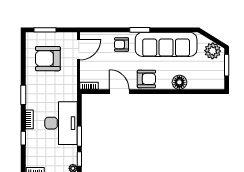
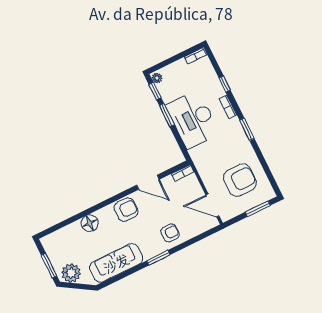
sofa: (166, 44) -> (116, 263), width x0.74, depth x0.79
door: (79, 50) -> (212, 205), hinge flipped
armchair: (146, 79) -> (126, 210), turned 180

